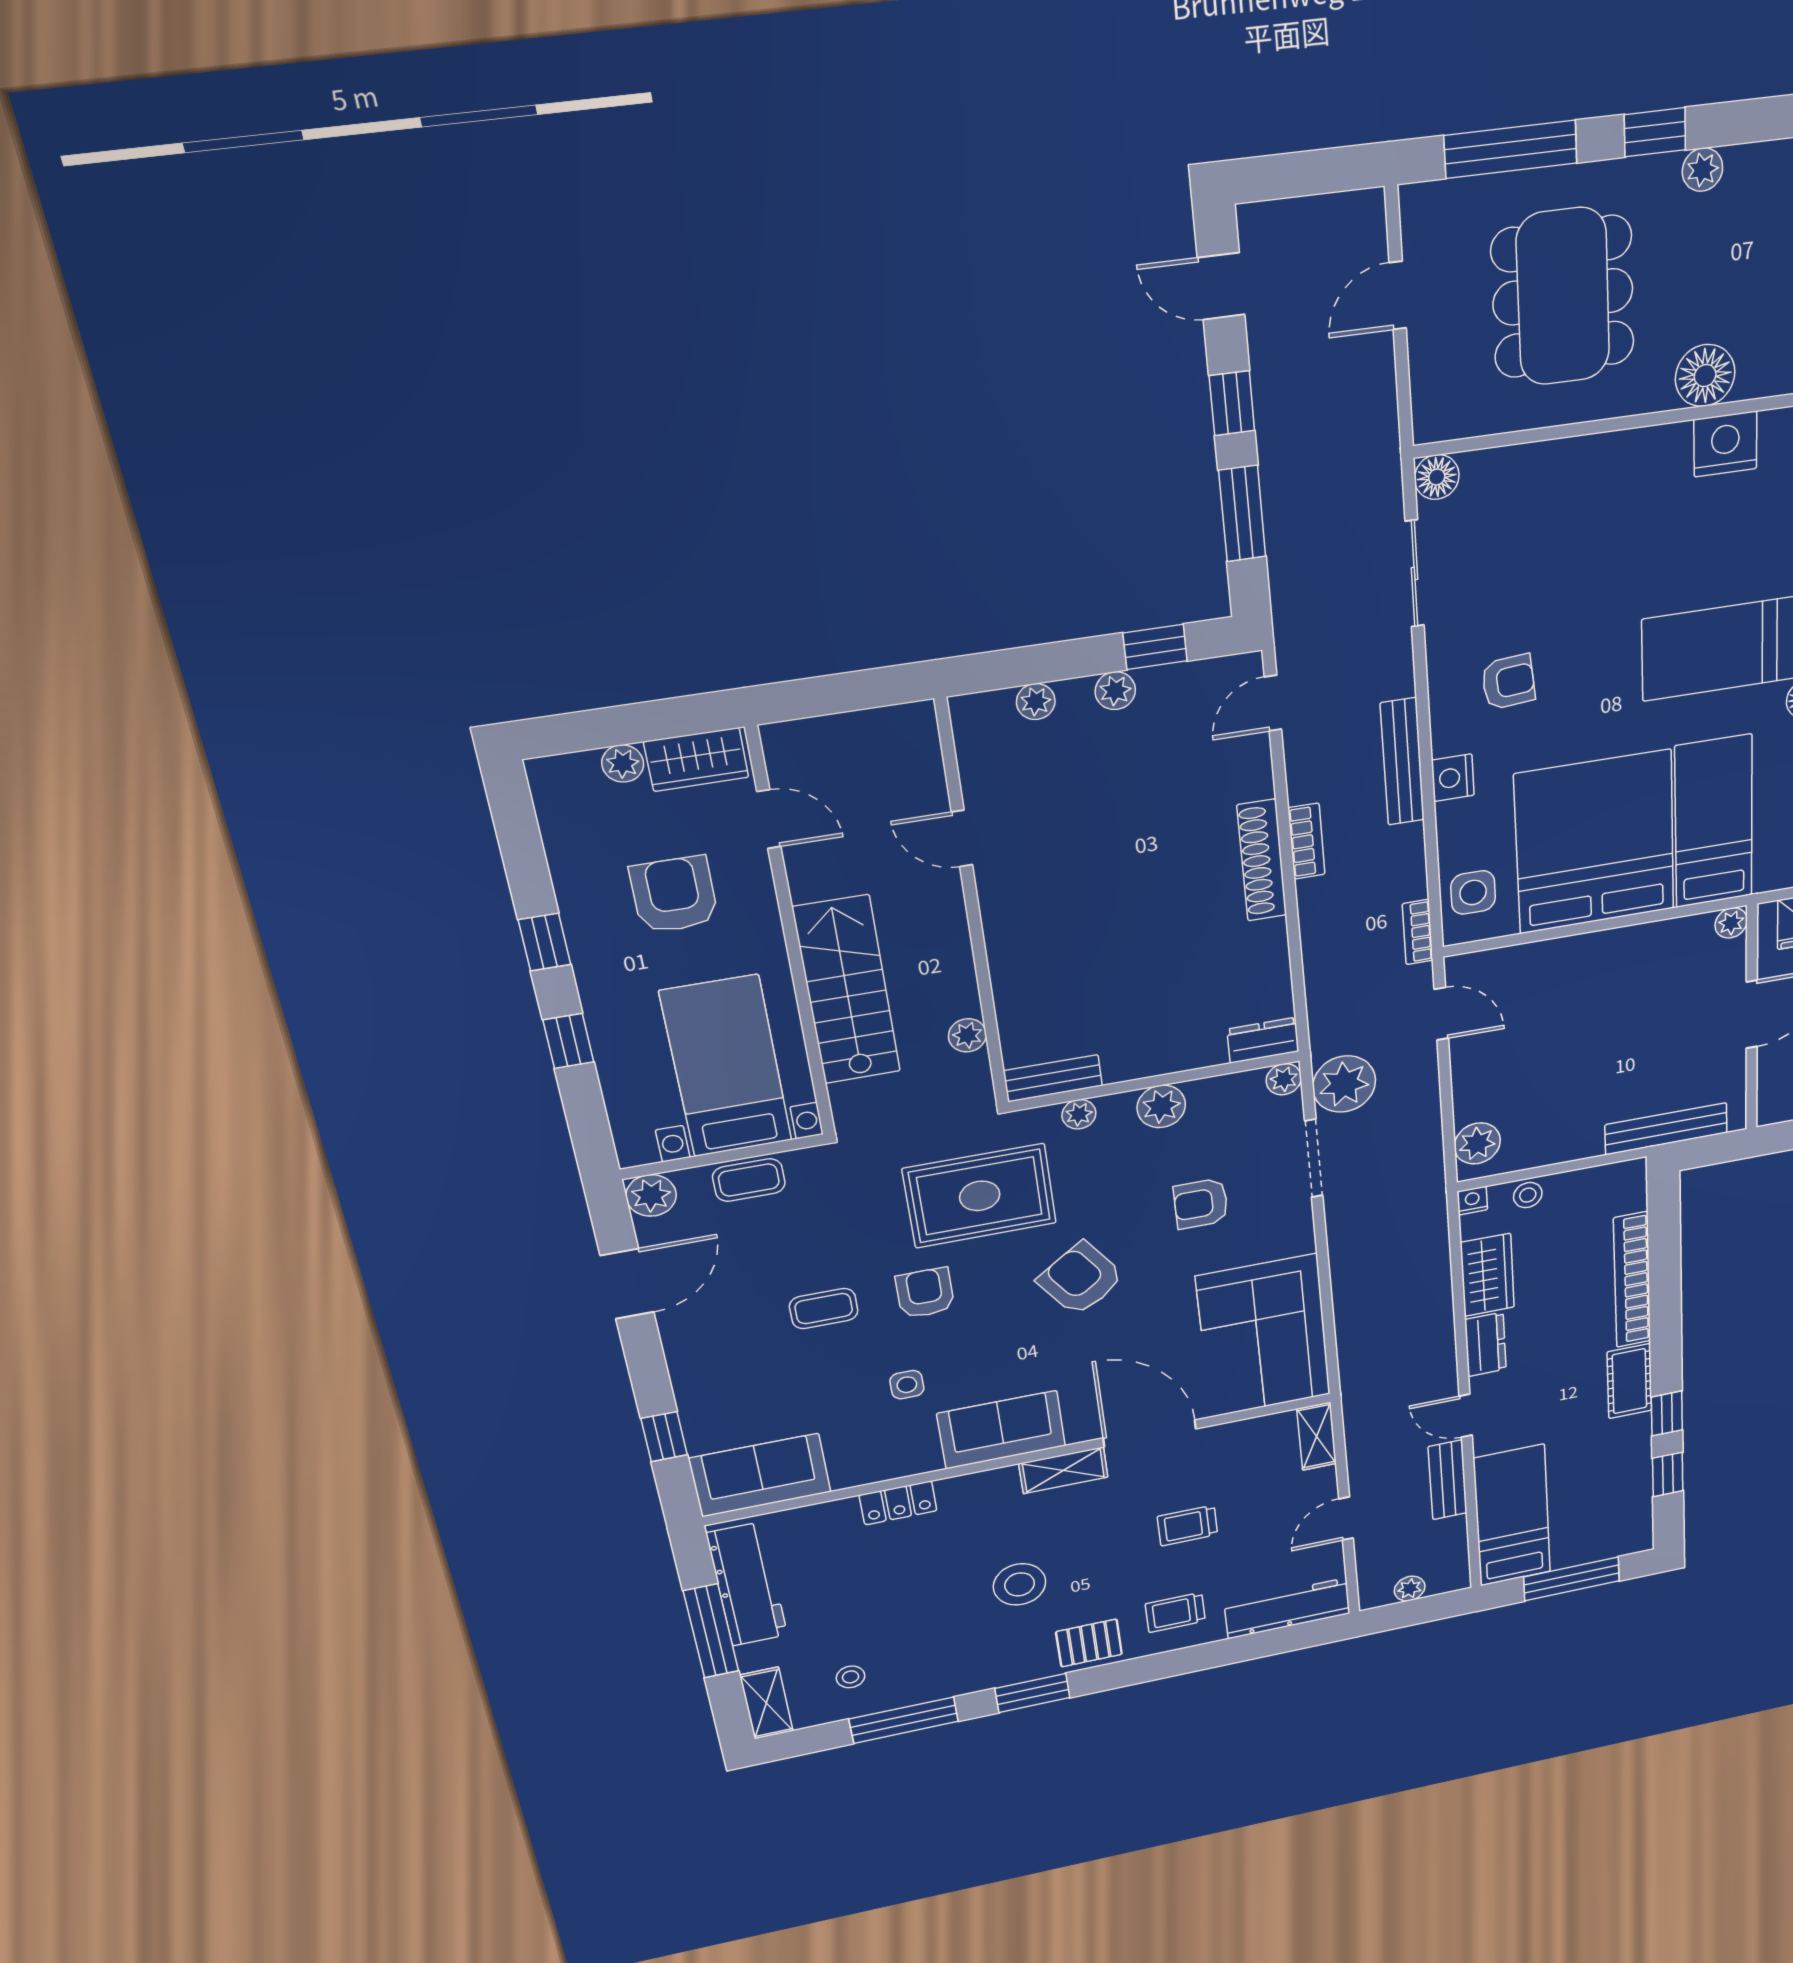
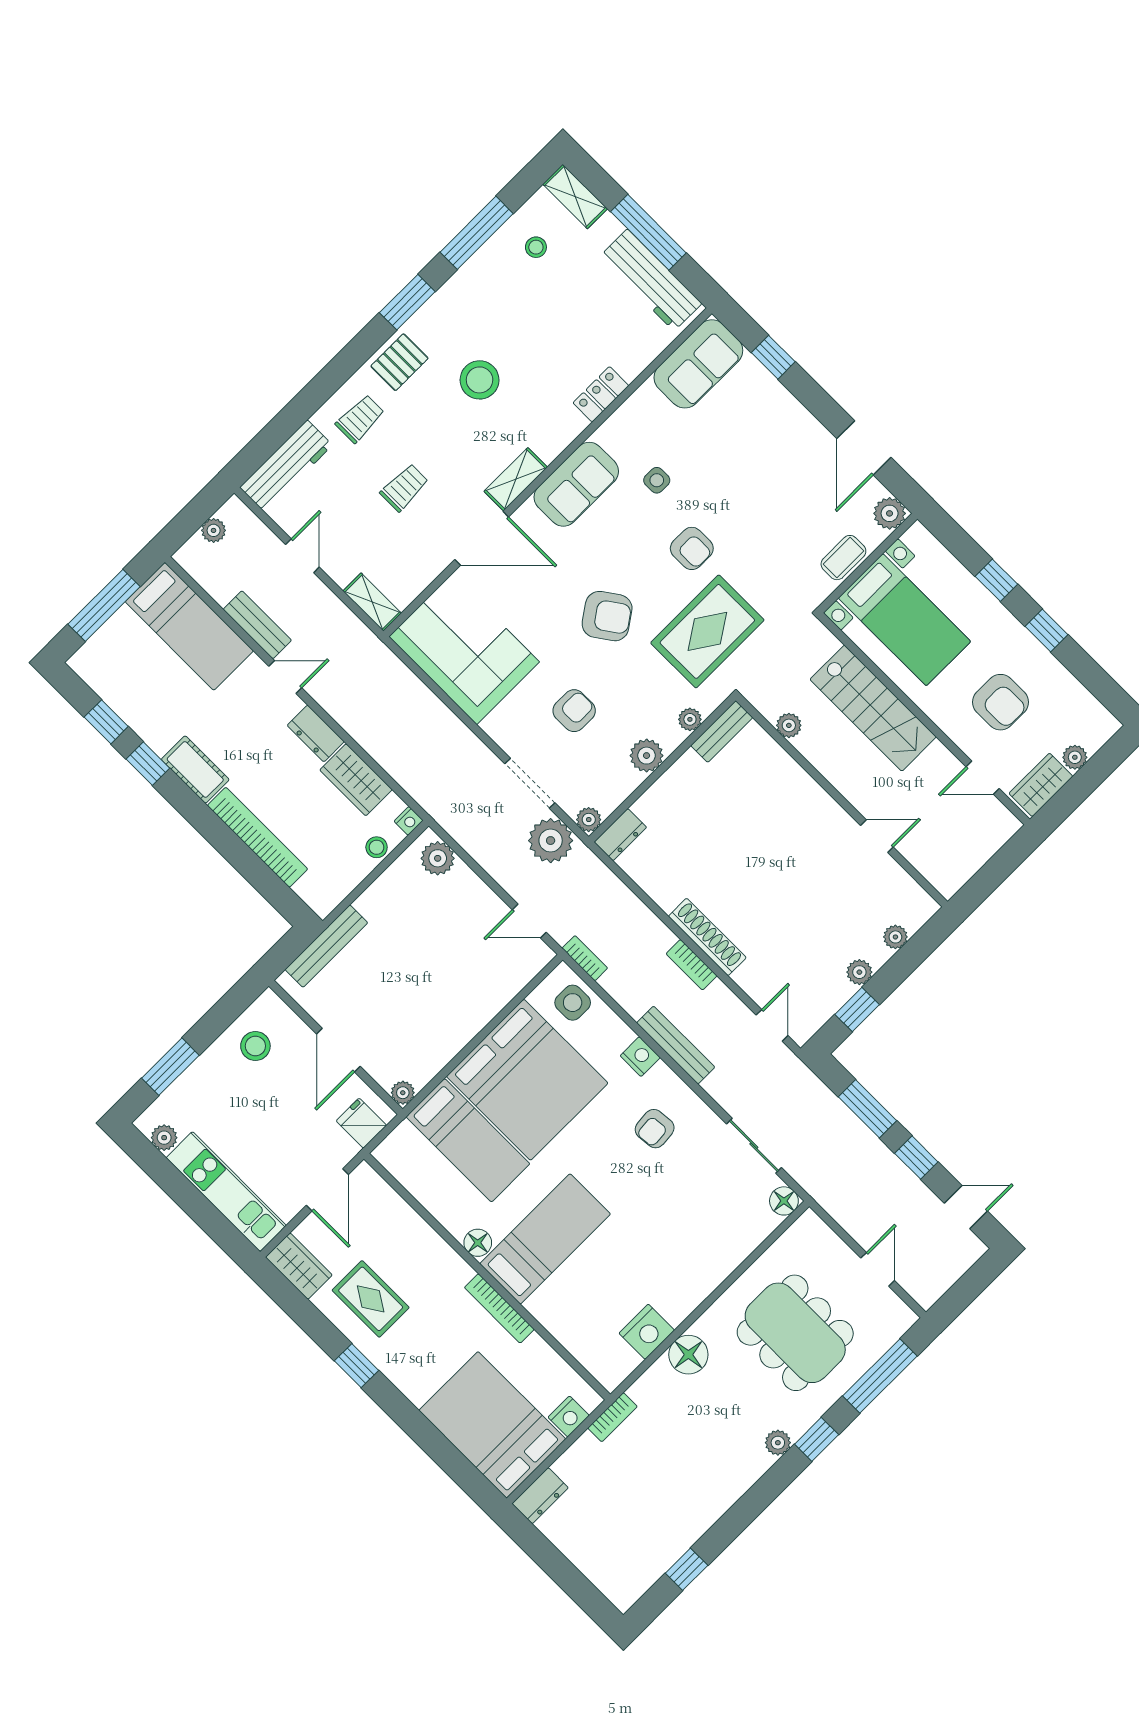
coffee table: (824, 1309) -> (743, 501), removed

